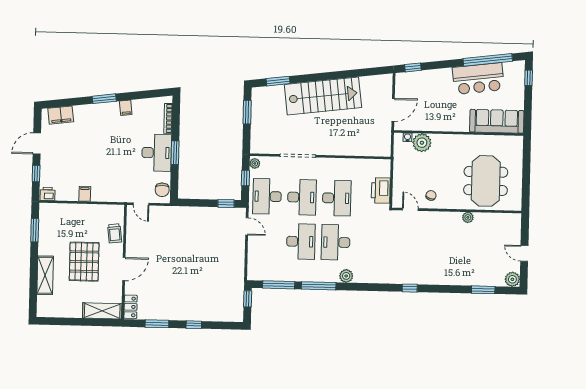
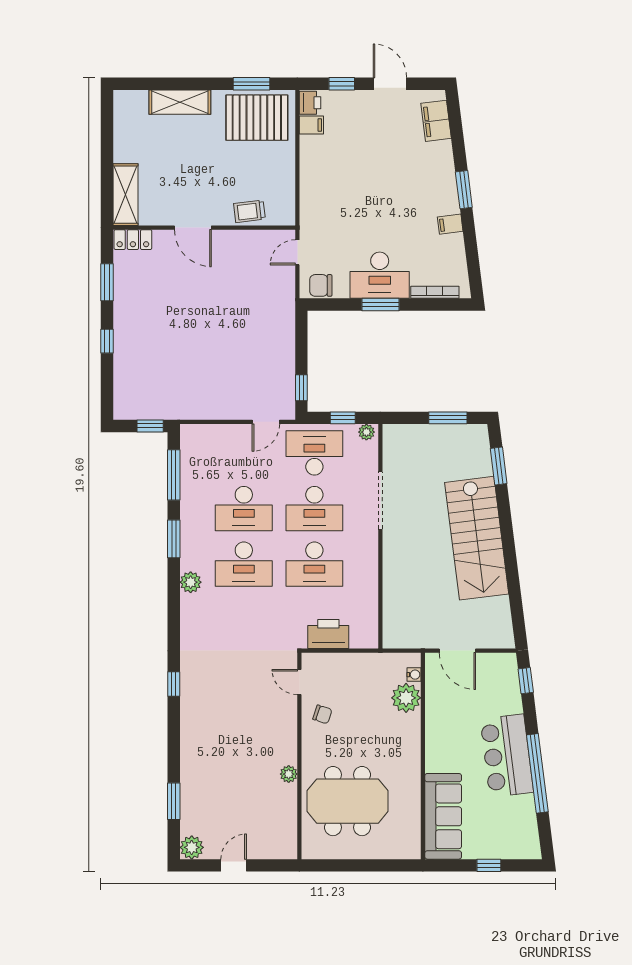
window: (488, 60) -> (537, 773), moved
window: (529, 78) -> (489, 865), moved
bar counter: (478, 79) -> (507, 756), moved
filing cabinet: (85, 194) -> (311, 125), moved
door: (410, 209) -> (299, 682), swing flipped
desk: (336, 242) -> (244, 564), turned 180
pallet: (84, 262) -> (257, 118), moved
window: (319, 286) -> (174, 539), width x0.69

